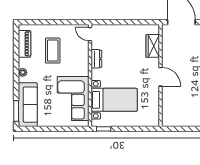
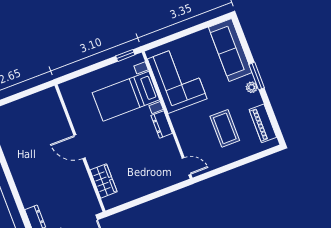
dresser: (96, 59) -> (162, 124), moved
window: (16, 111) -> (257, 76), moved

